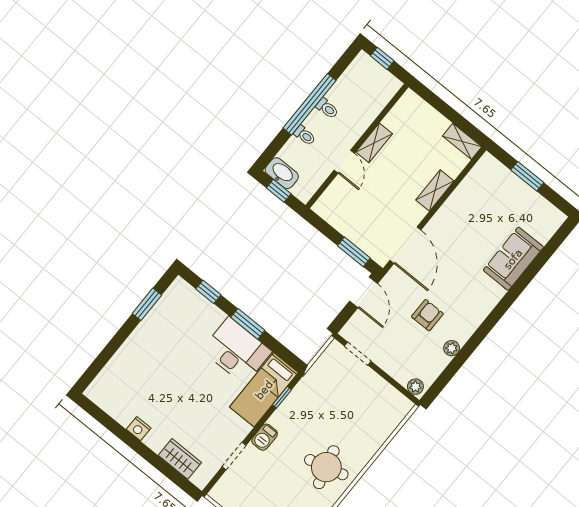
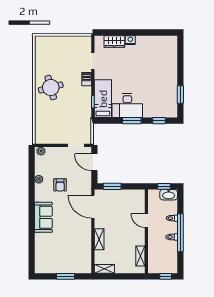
shelving: (374, 143) -> (140, 256), moved
sofa: (513, 259) -> (43, 217), moved
door: (364, 292) -> (94, 162), moved
nightstand: (139, 429) -> (130, 40), moved

